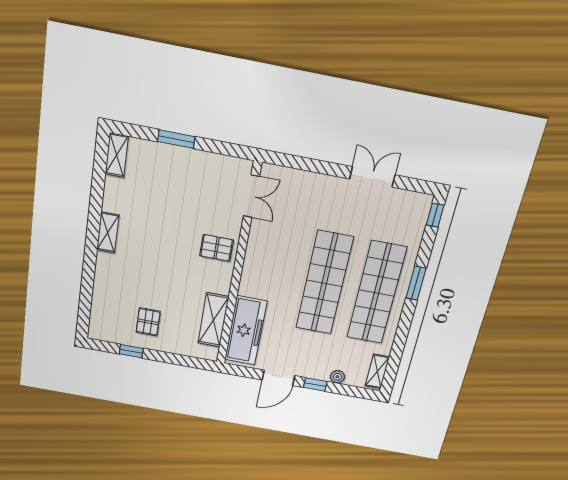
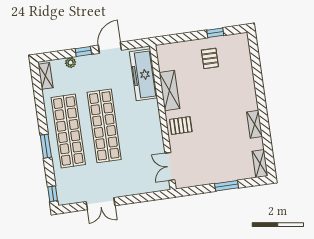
shelving: (108, 232) -> (254, 124), moved
shelving: (213, 320) -> (169, 90), moved

